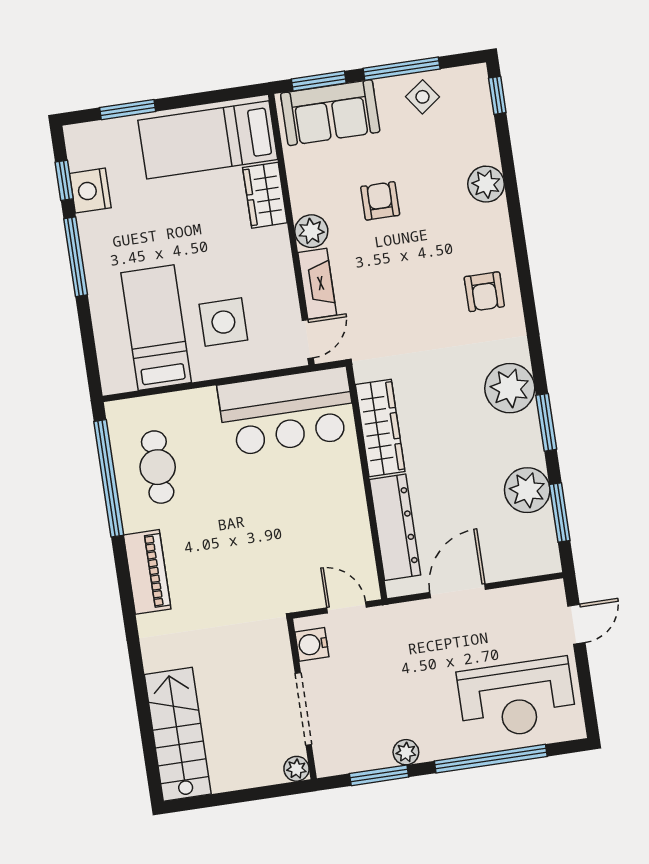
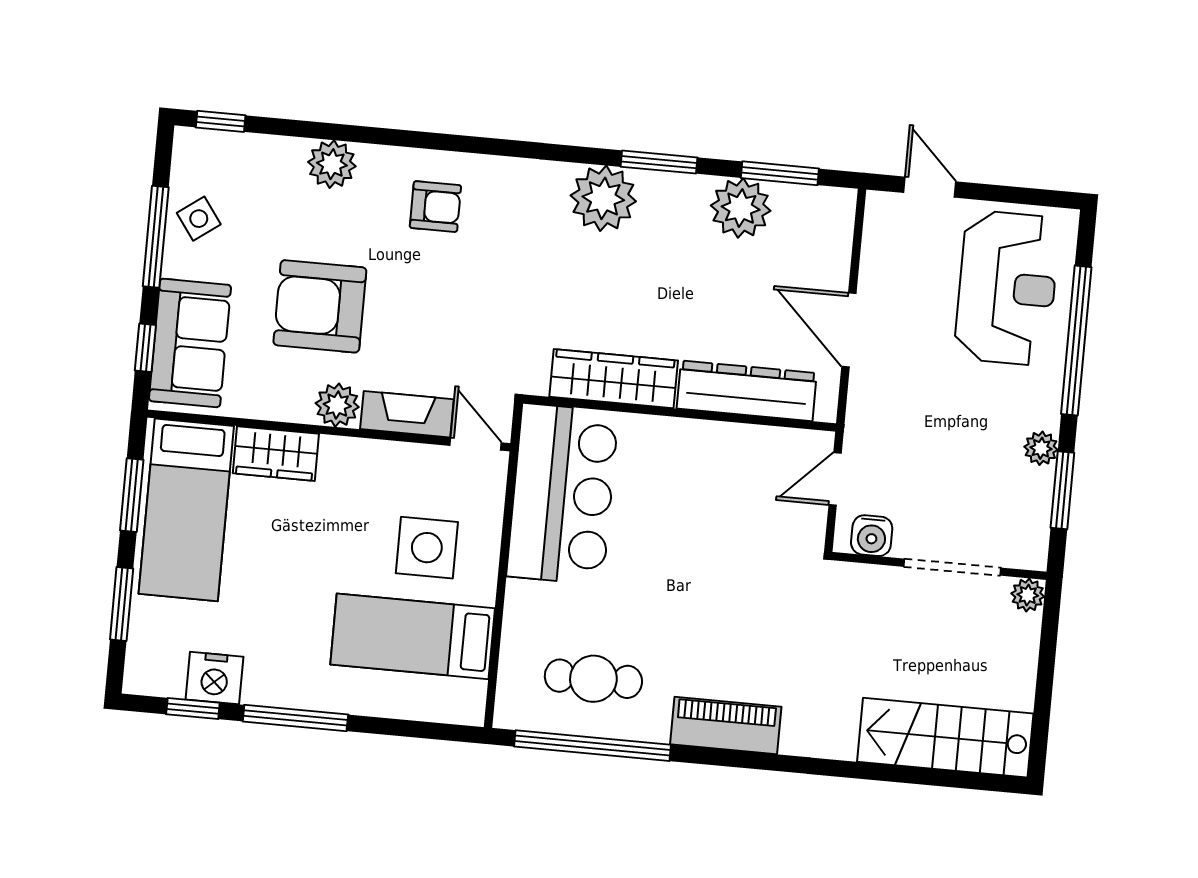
window: (319, 81) -> (145, 348), width x0.67
window: (209, 97) -> (132, 495), added
armchair: (380, 201) -> (320, 306), width x1.88, depth x1.88
armchair: (484, 292) -> (435, 207), moved

